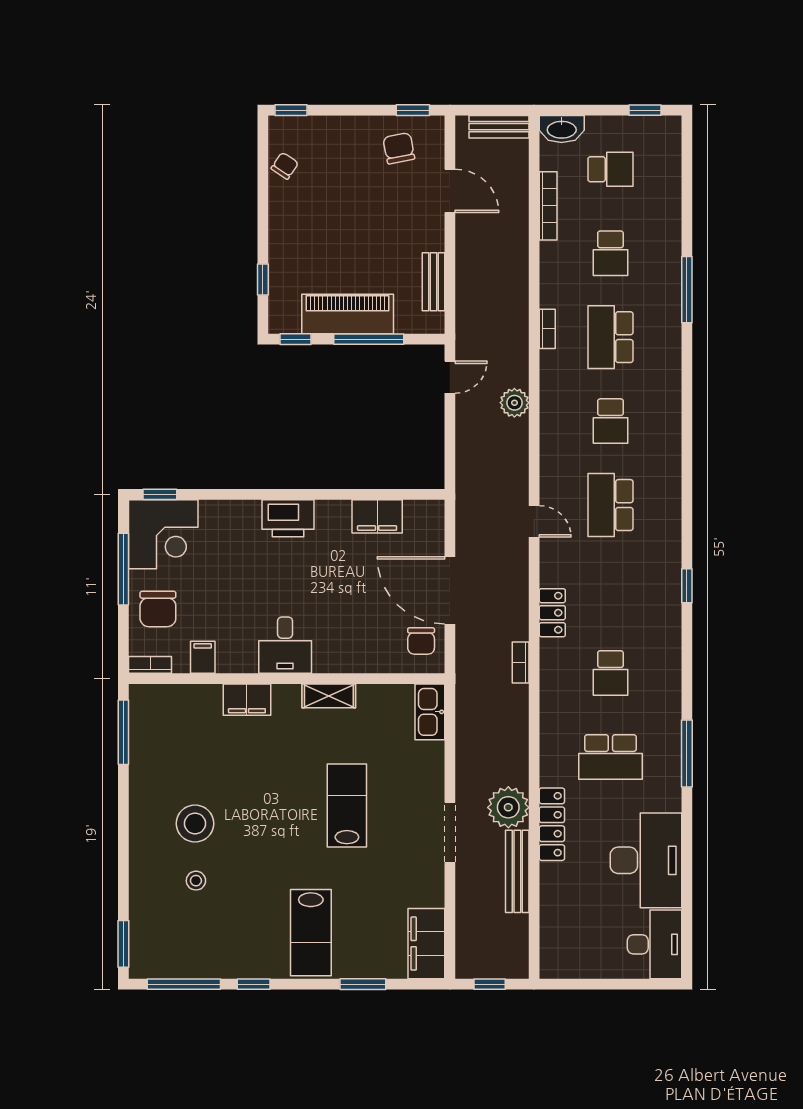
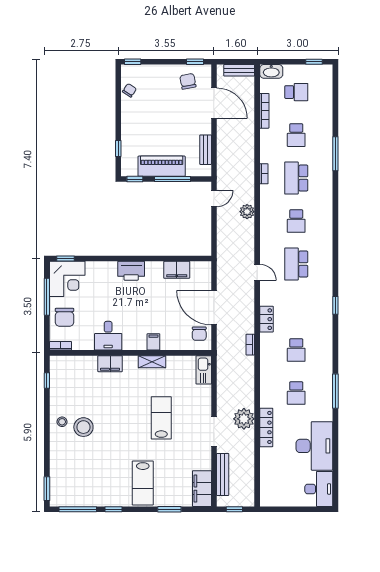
door: (450, 191) -> (214, 103), width x1.36
desk: (285, 645) -> (108, 336), moved
filing cabinet: (203, 657) -> (153, 342), moved
window: (123, 732) -> (47, 380), width x0.46
school desk: (610, 757) -> (296, 393), width x0.54
bench: (517, 871) -> (223, 474), moved
stool: (196, 881) -> (62, 422), moved

